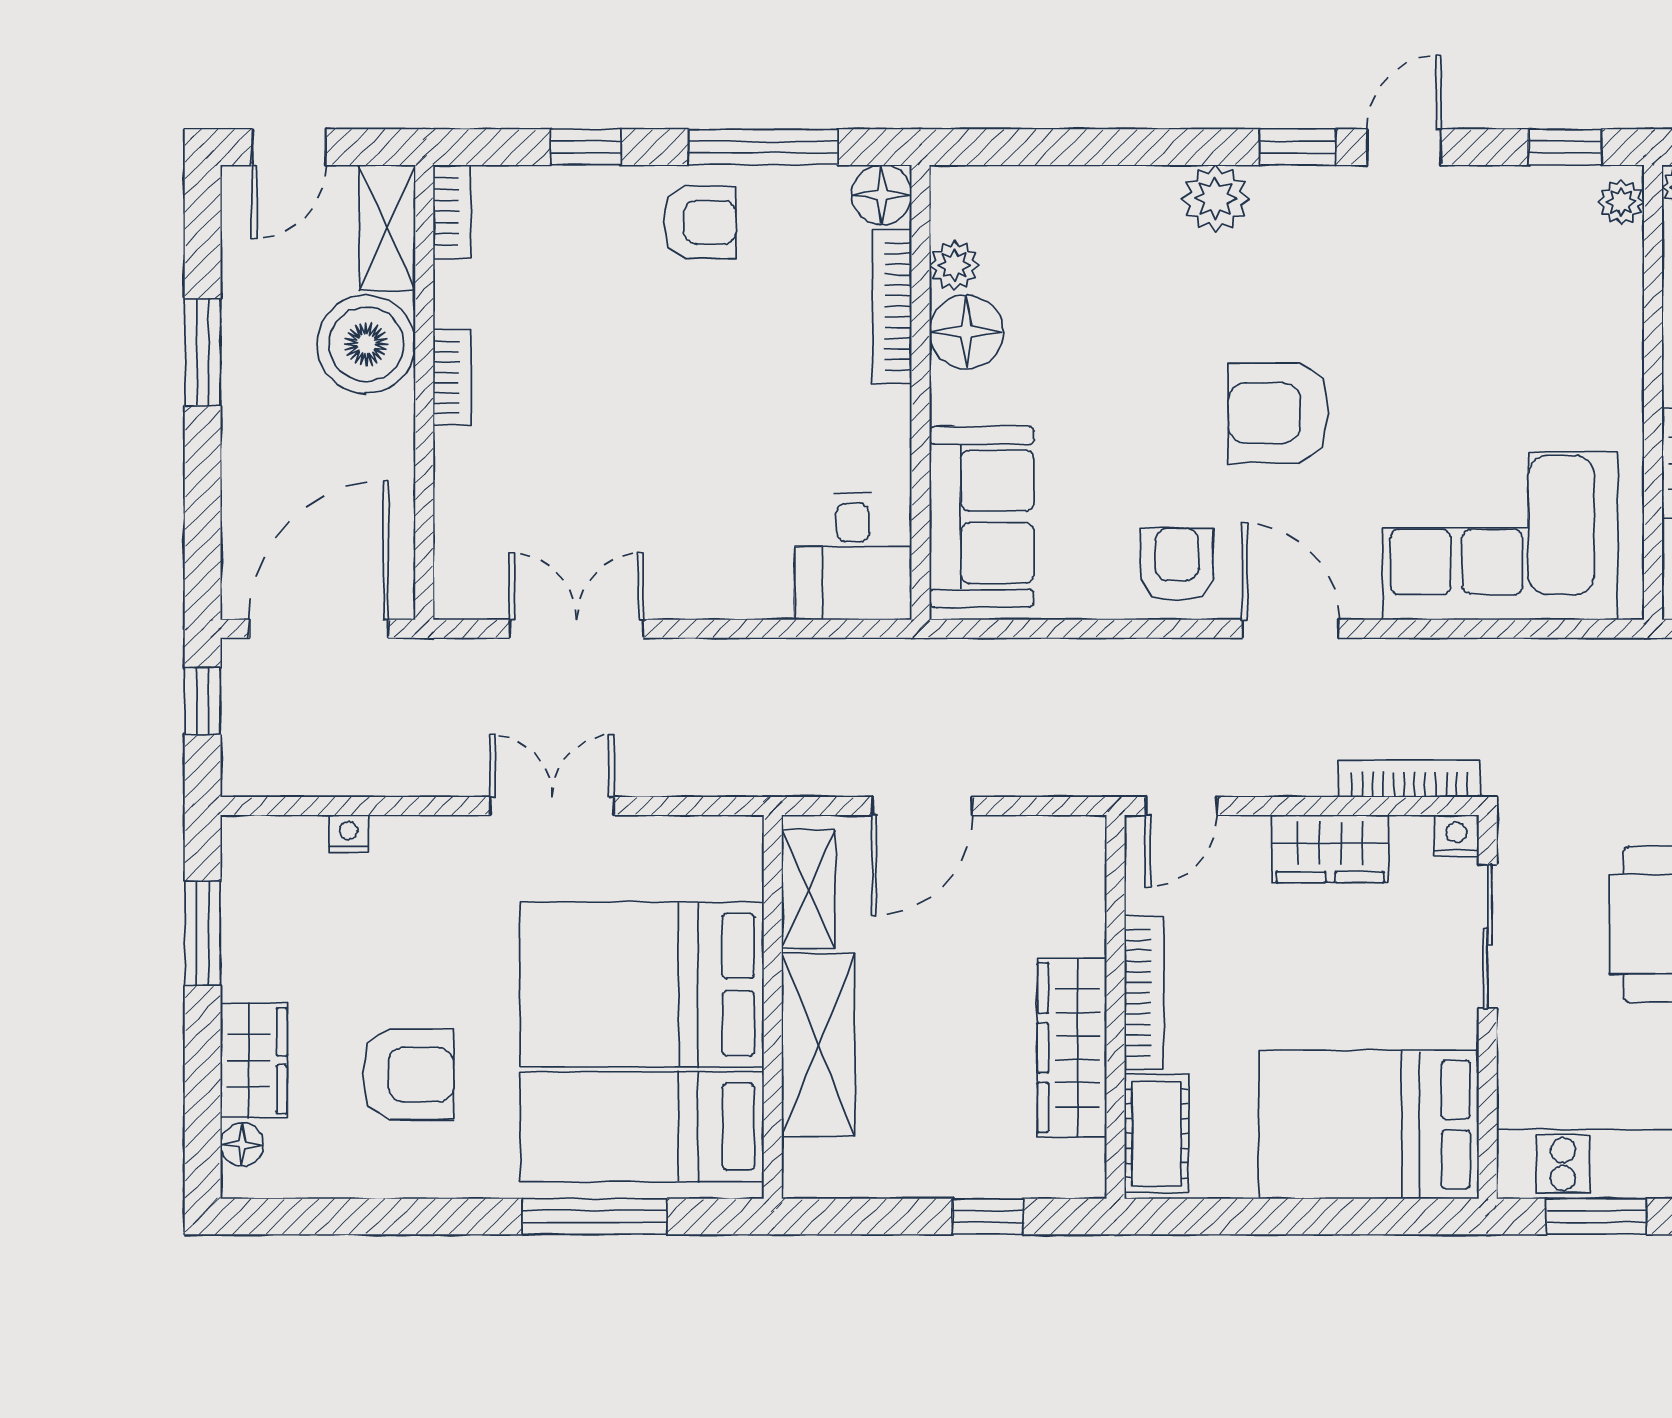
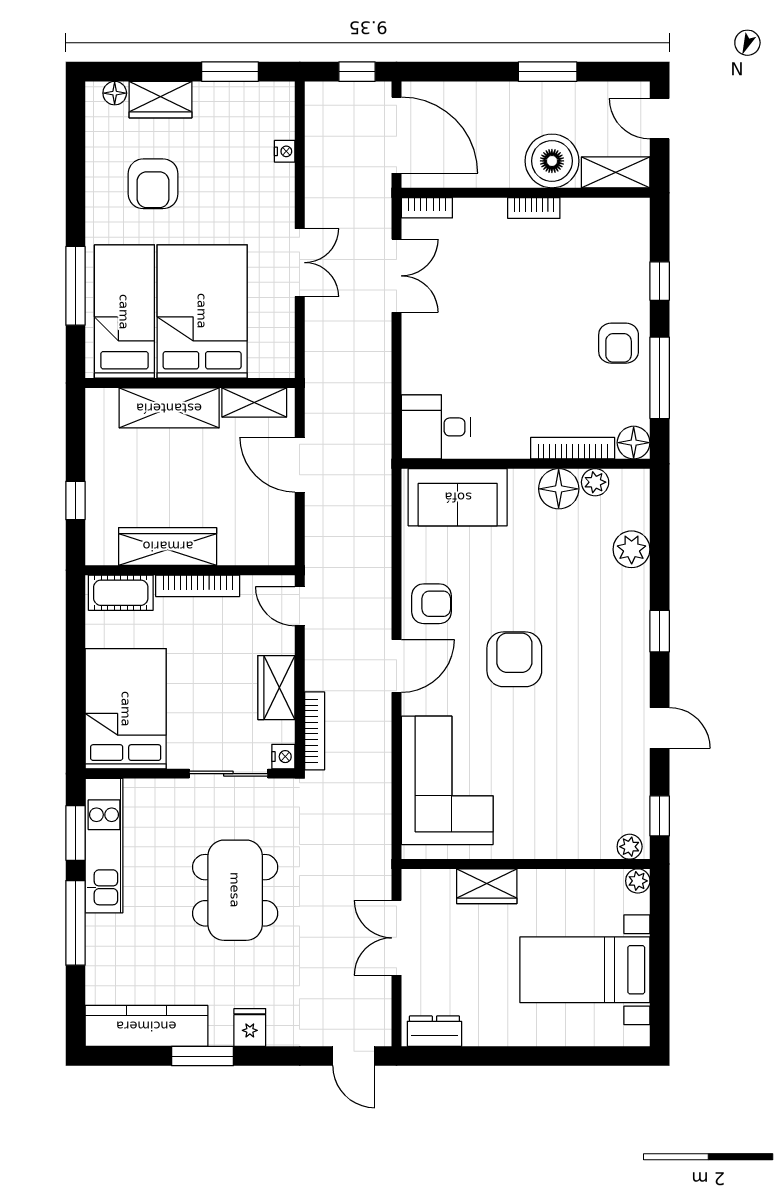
window: (1298, 147) -> (660, 631), moved
plant: (1215, 199) -> (632, 549), moved
bookcase: (452, 212) -> (427, 208), moved

